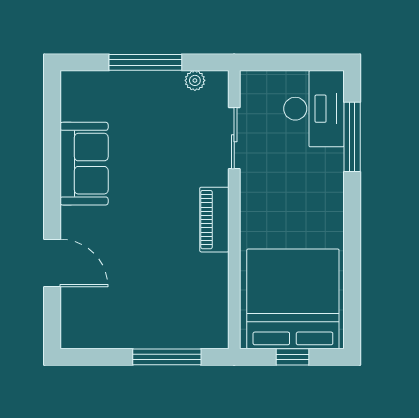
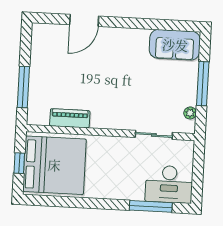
sofa: (84, 164) -> (175, 45), moved
piano: (214, 220) -> (70, 118), moved

